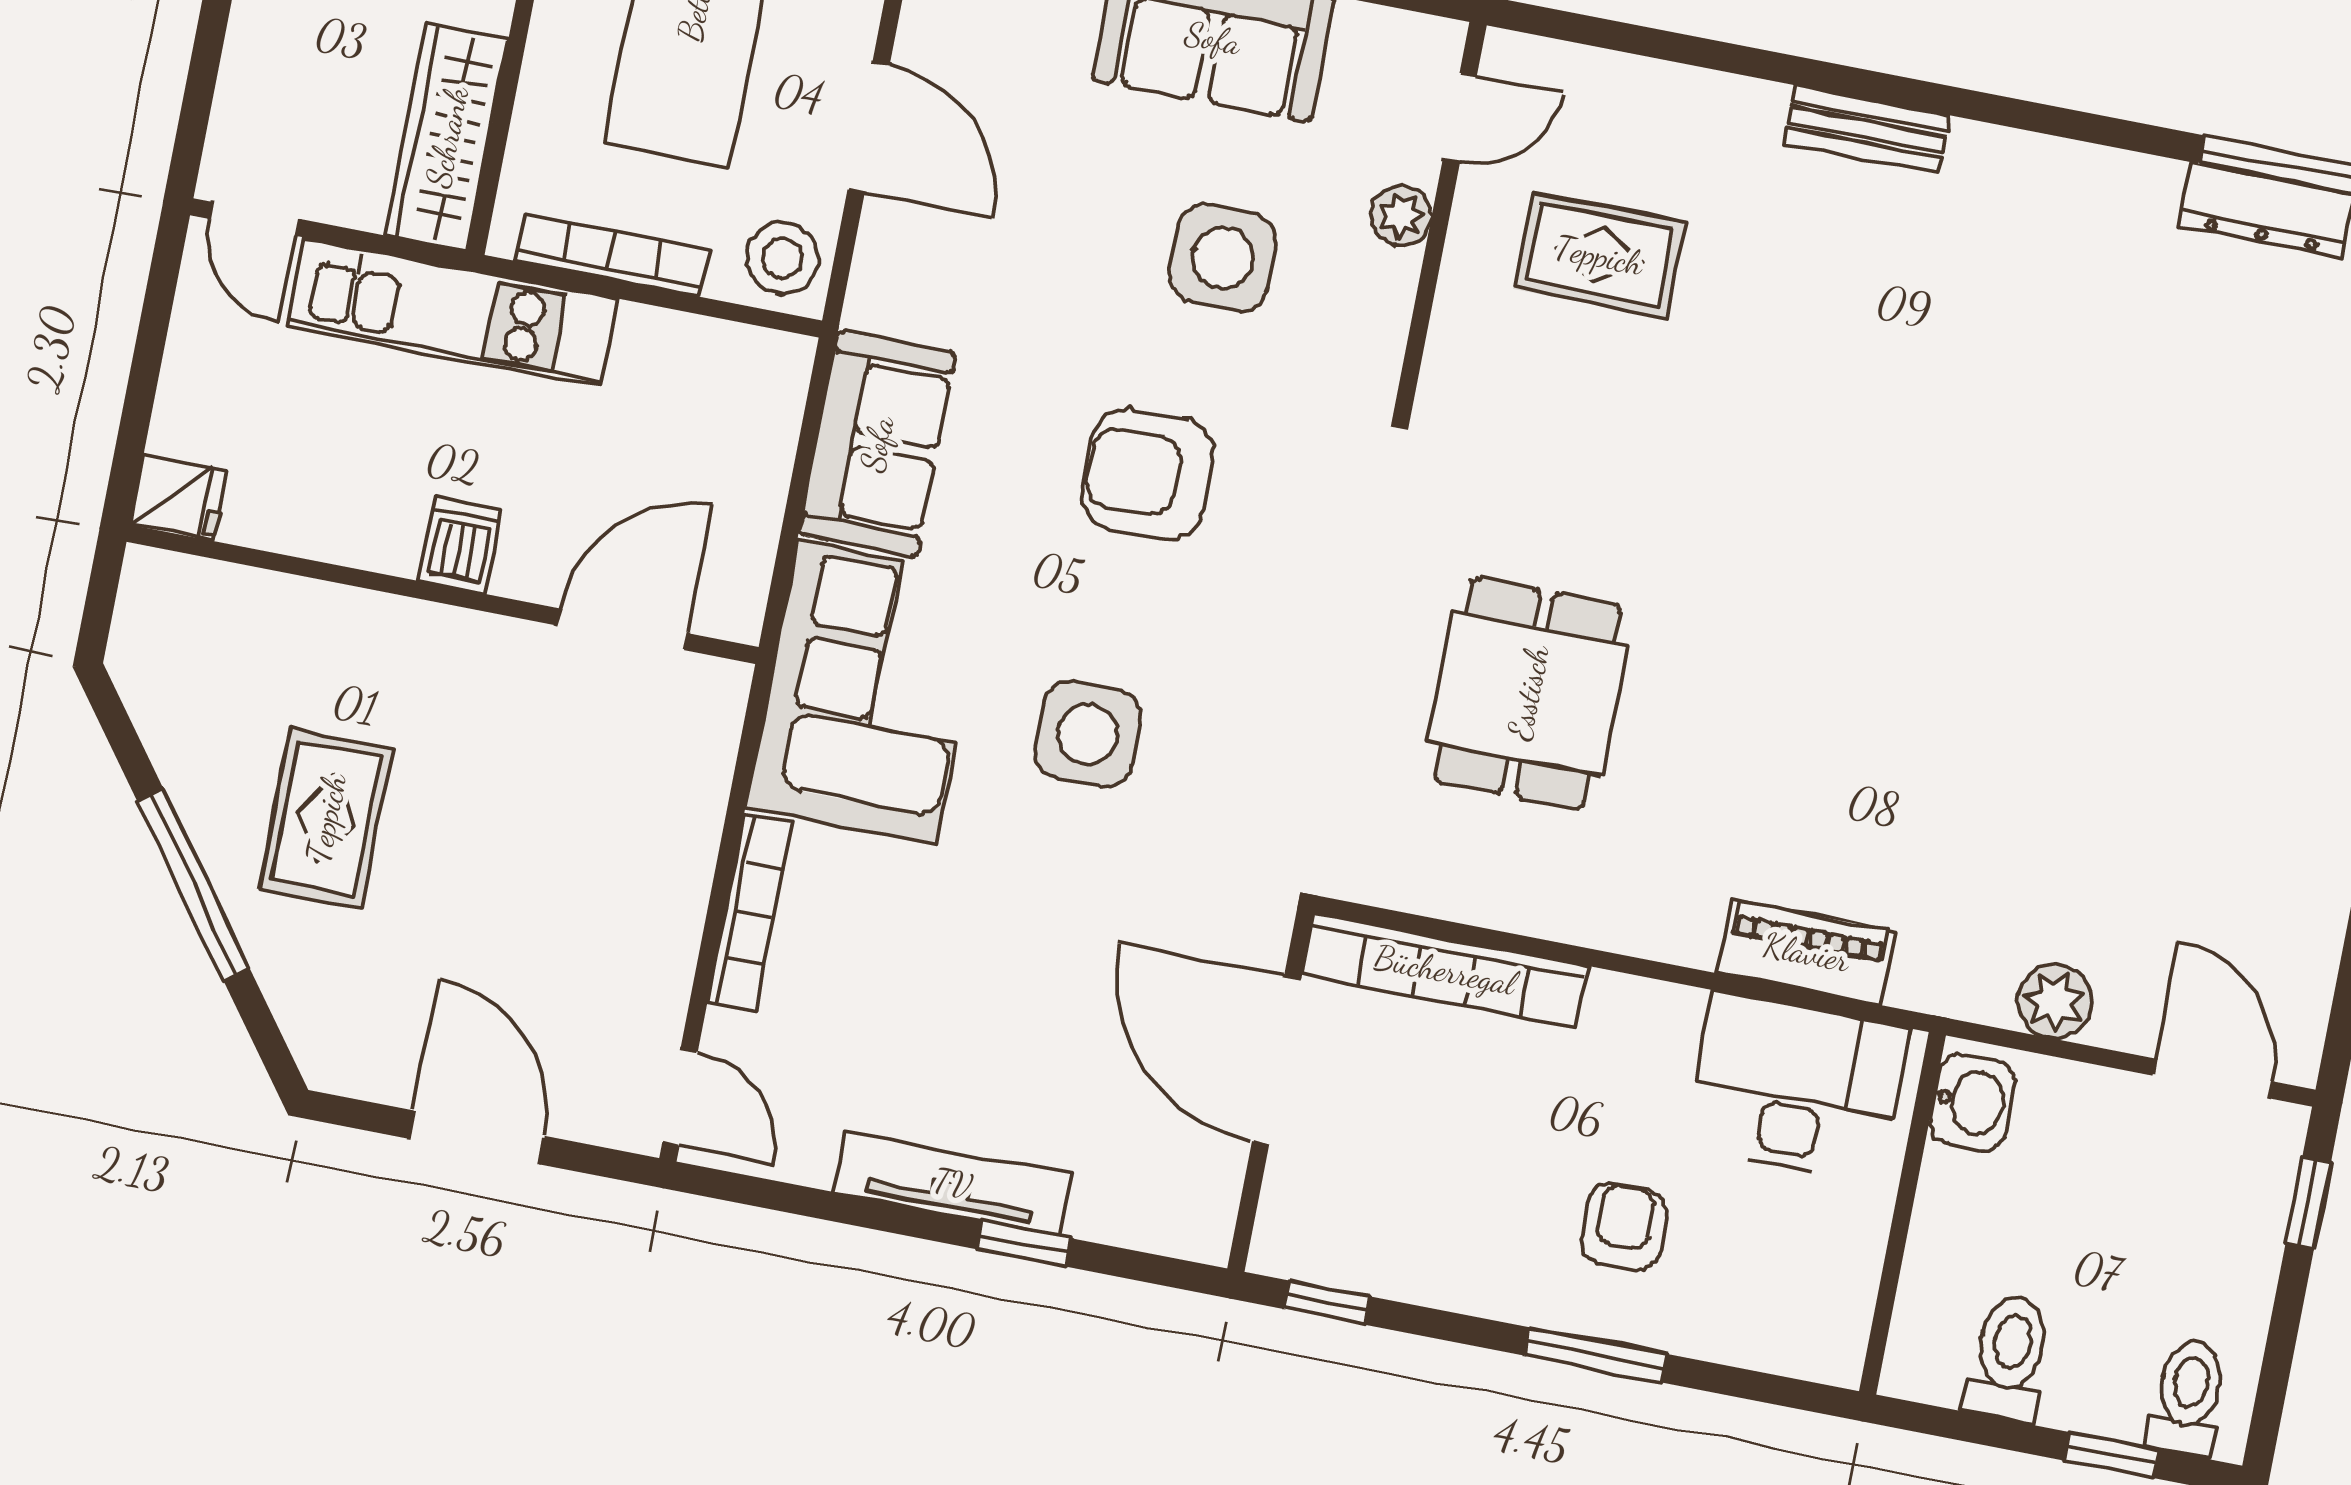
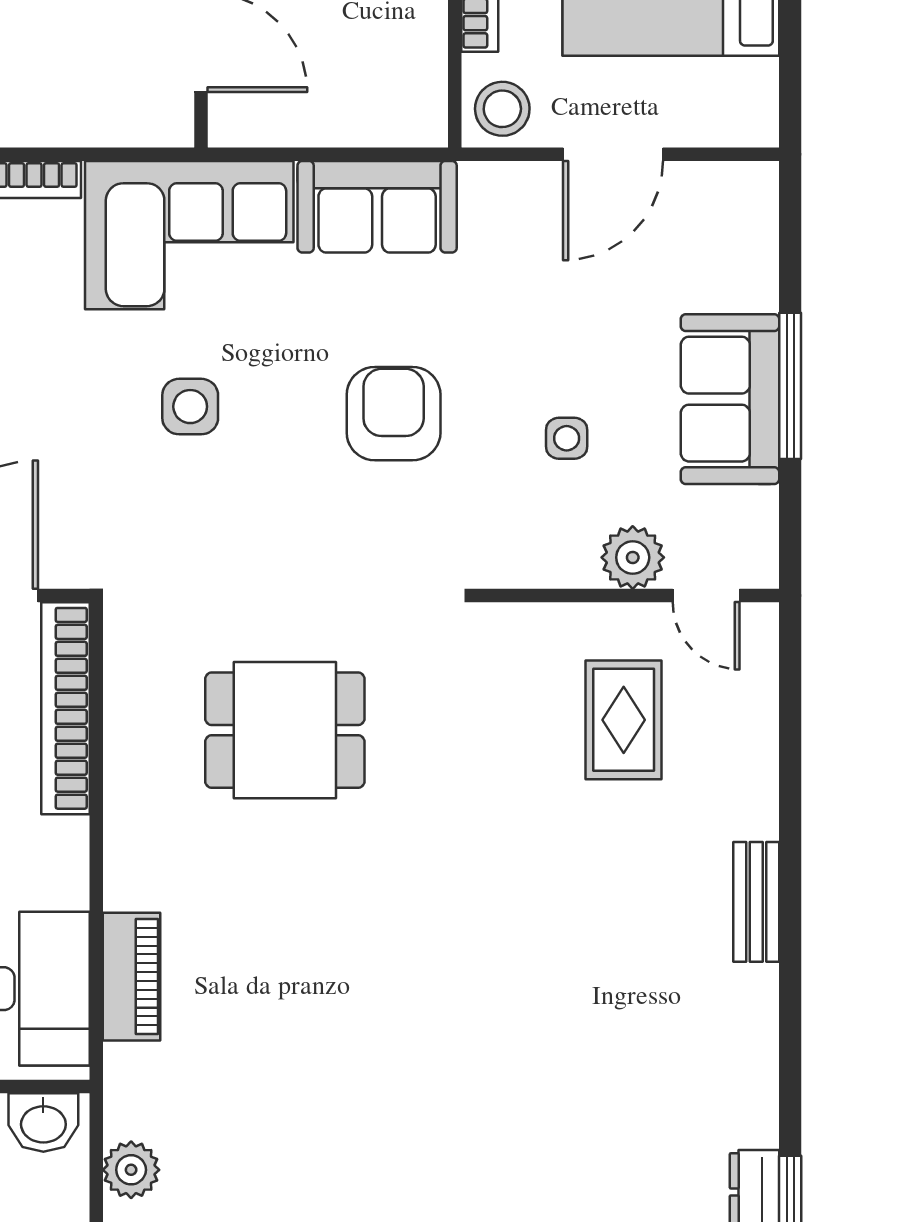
plant: (1401, 216) -> (633, 557), width x1.38, depth x1.38
side table: (1223, 258) -> (567, 438), width x0.54, depth x0.54
side table: (1088, 734) -> (190, 407), width x0.73, depth x0.73

